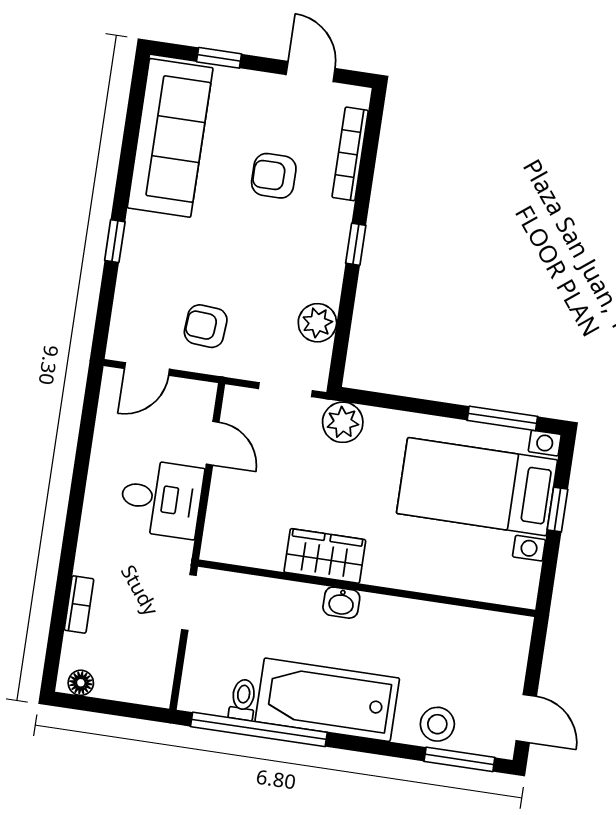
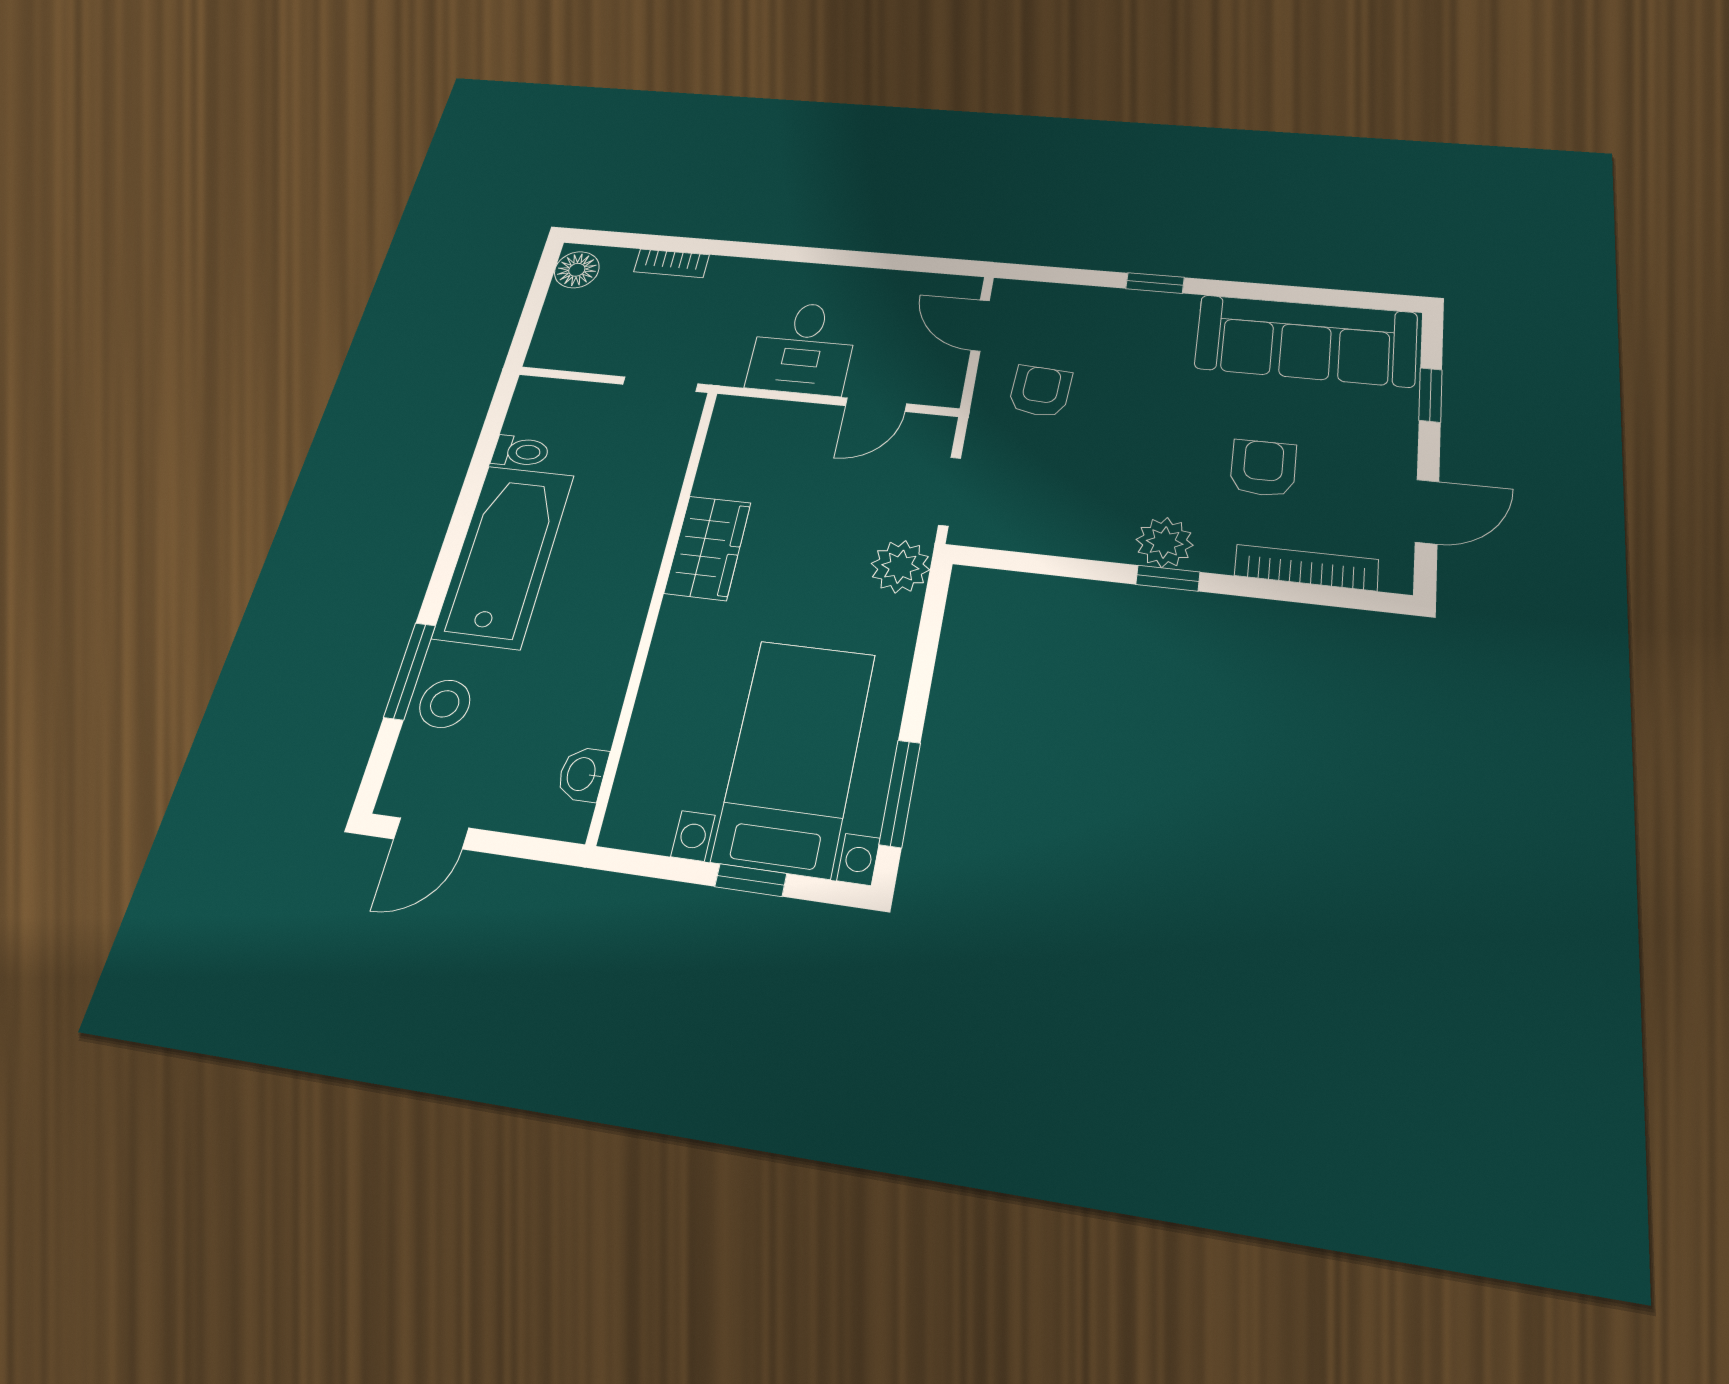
plant: (317, 323) -> (1165, 542), moved
washbasin: (341, 603) -> (582, 774), moved
floor lamp: (81, 683) -> (577, 270), width x1.37, depth x1.37
window: (259, 729) -> (477, 472), removed
window: (459, 759) -> (410, 671), moved

